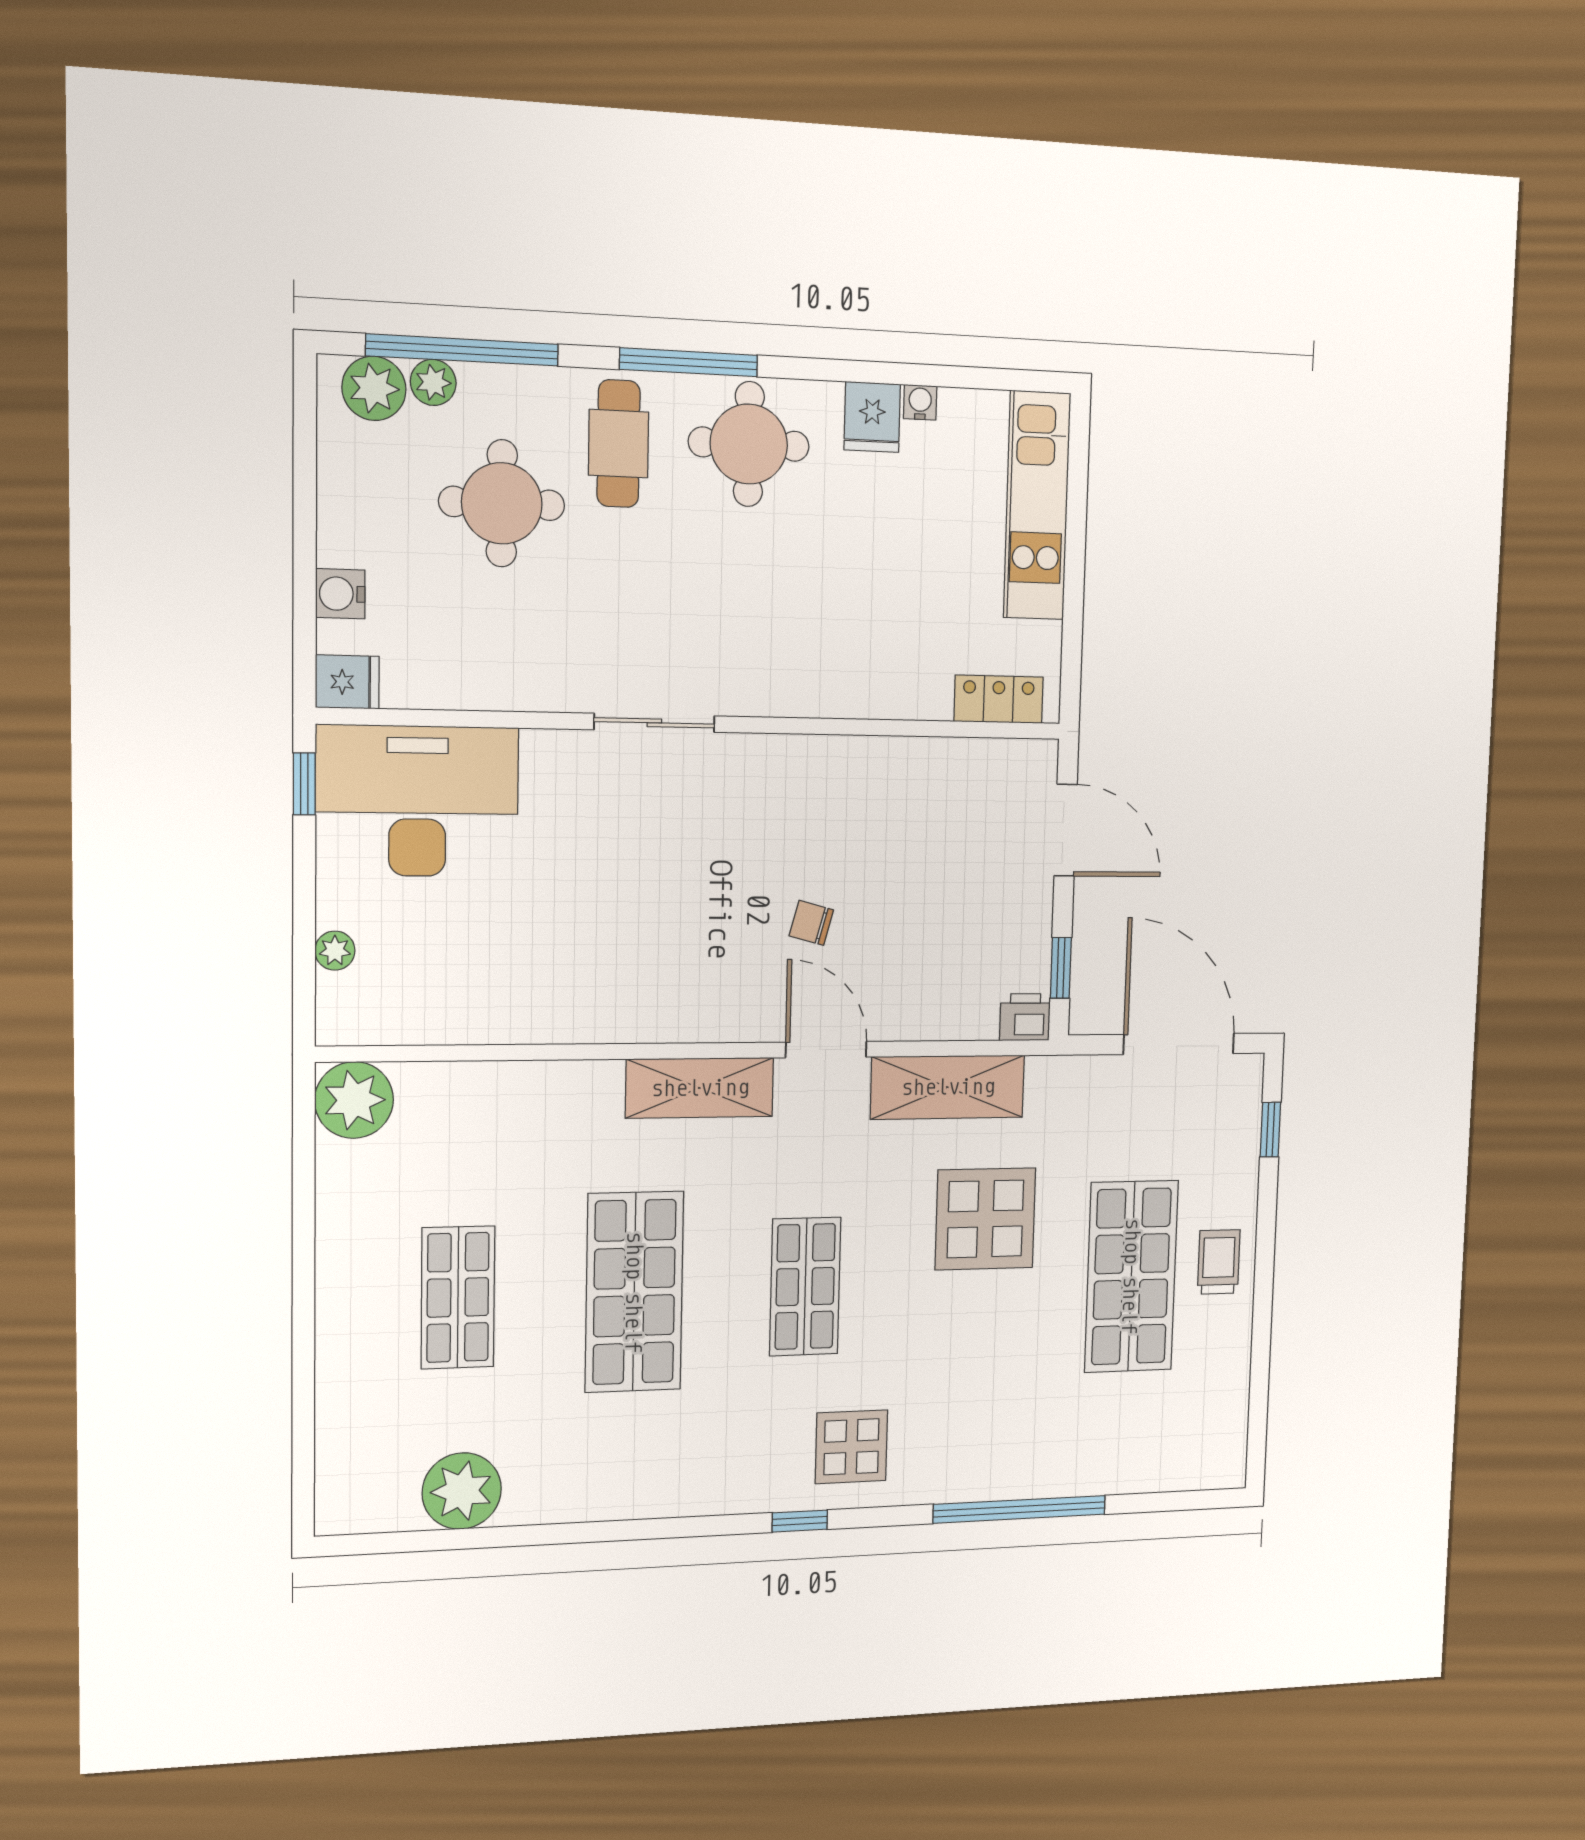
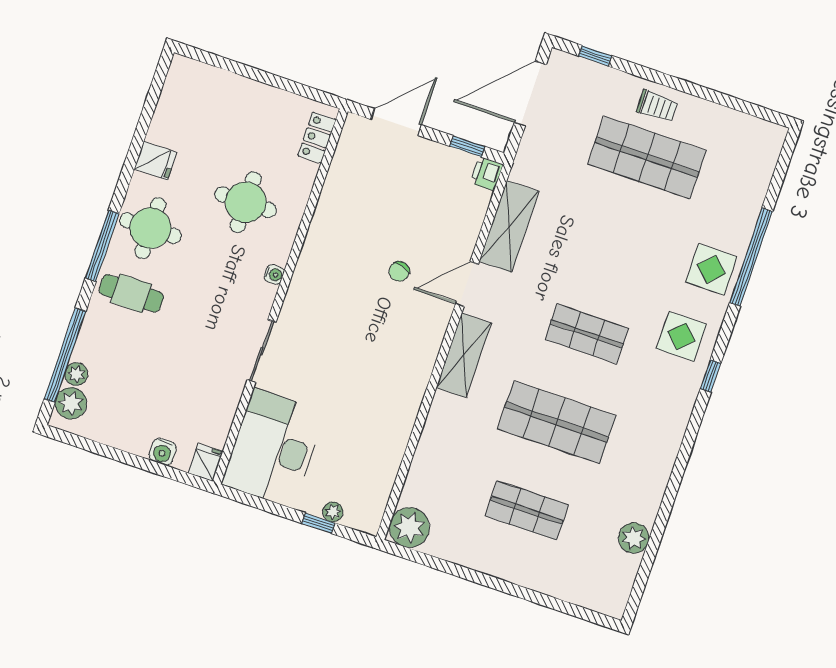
water cooler: (920, 402) -> (274, 274), moved, turned 180
round table: (502, 503) -> (246, 202), moved
kitchen unit: (1037, 506) -> (225, 87), removed
sliding door: (654, 723) -> (262, 351), moved
window: (304, 784) -> (319, 523), moved
display table: (985, 1219) -> (711, 269), moved, width x0.73, depth x0.73
trolley: (1219, 1262) -> (657, 106), turned 180
plant: (462, 1491) -> (634, 538), width x0.73, depth x0.73

